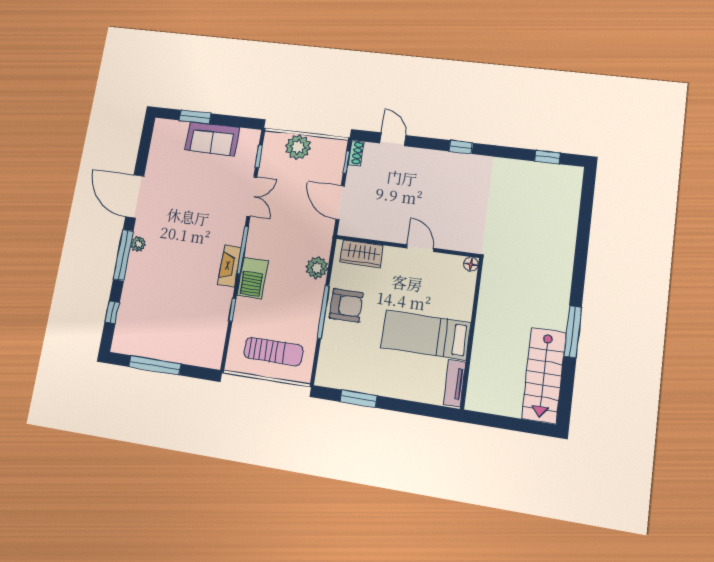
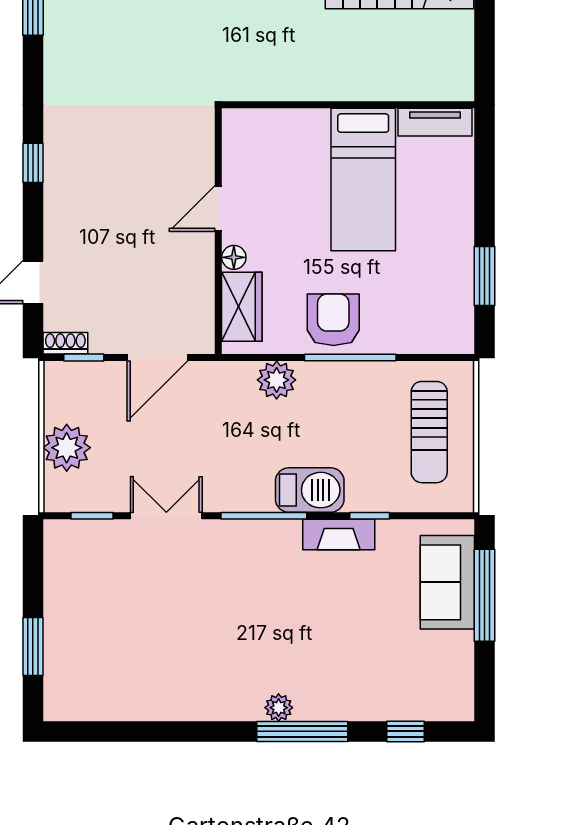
sofa: (212, 139) -> (447, 582), moved, turned 180
door: (135, 196) -> (194, 731), removed
floor lamp: (471, 264) -> (234, 257), moved
fireplace: (230, 266) -> (339, 534), moved
sun lounger: (273, 351) -> (429, 432), turned 180
window: (155, 365) -> (485, 595), moved

